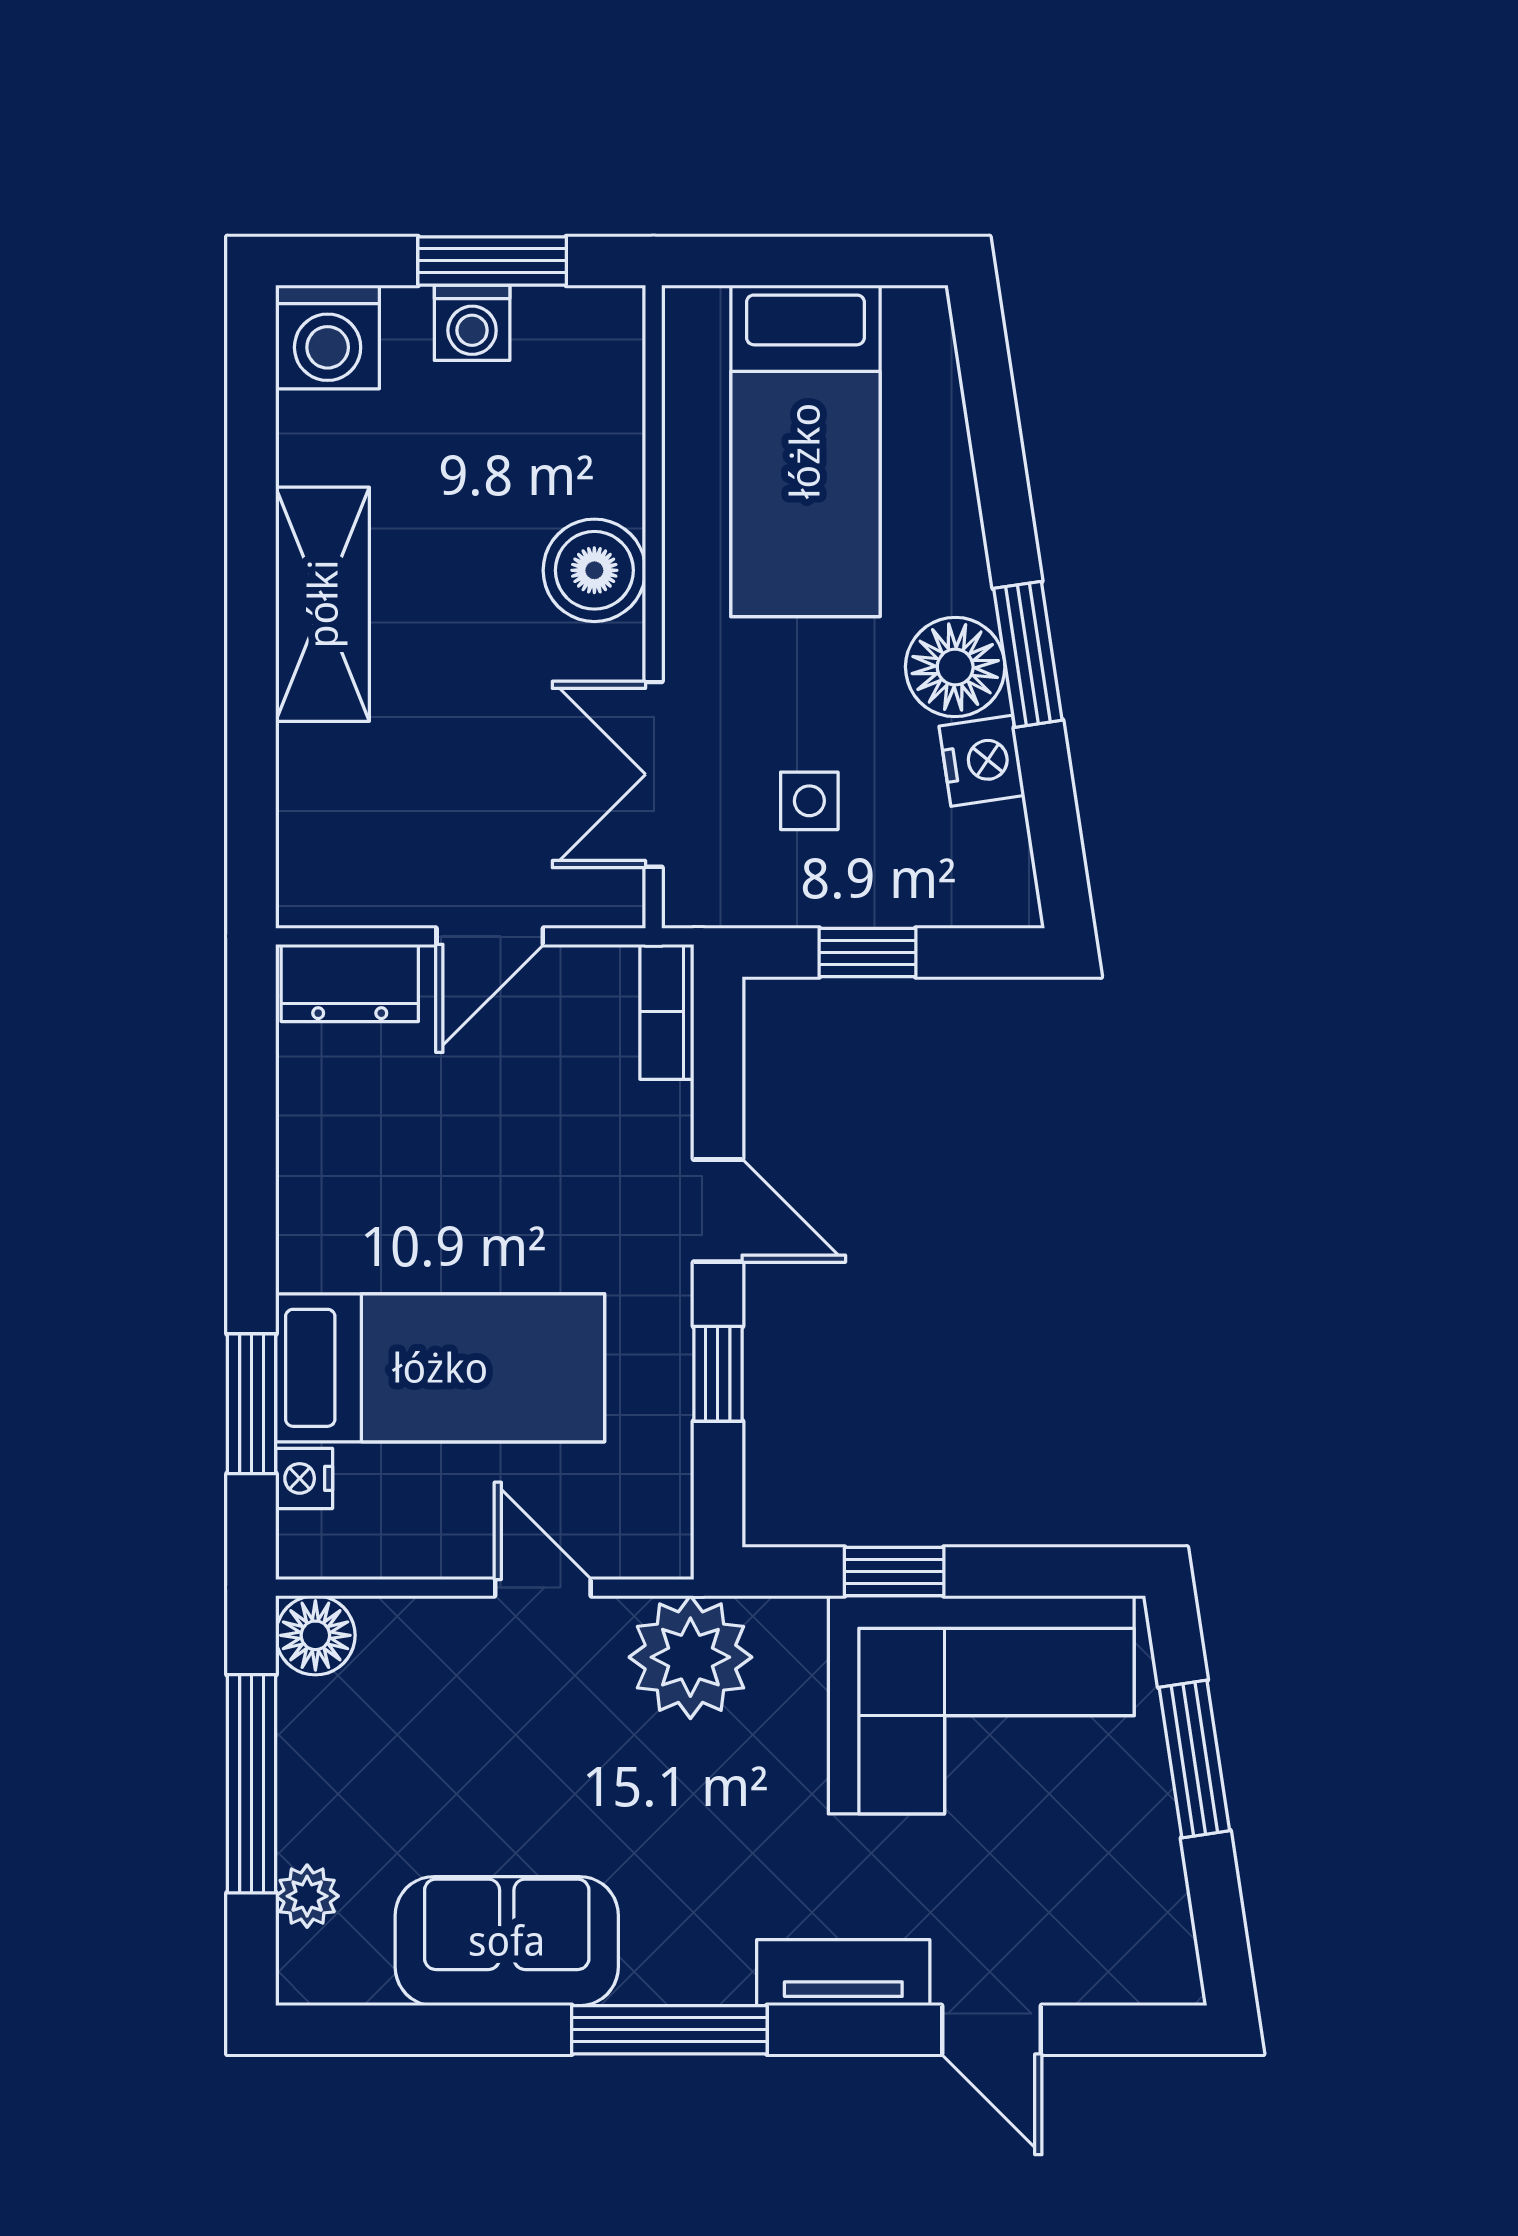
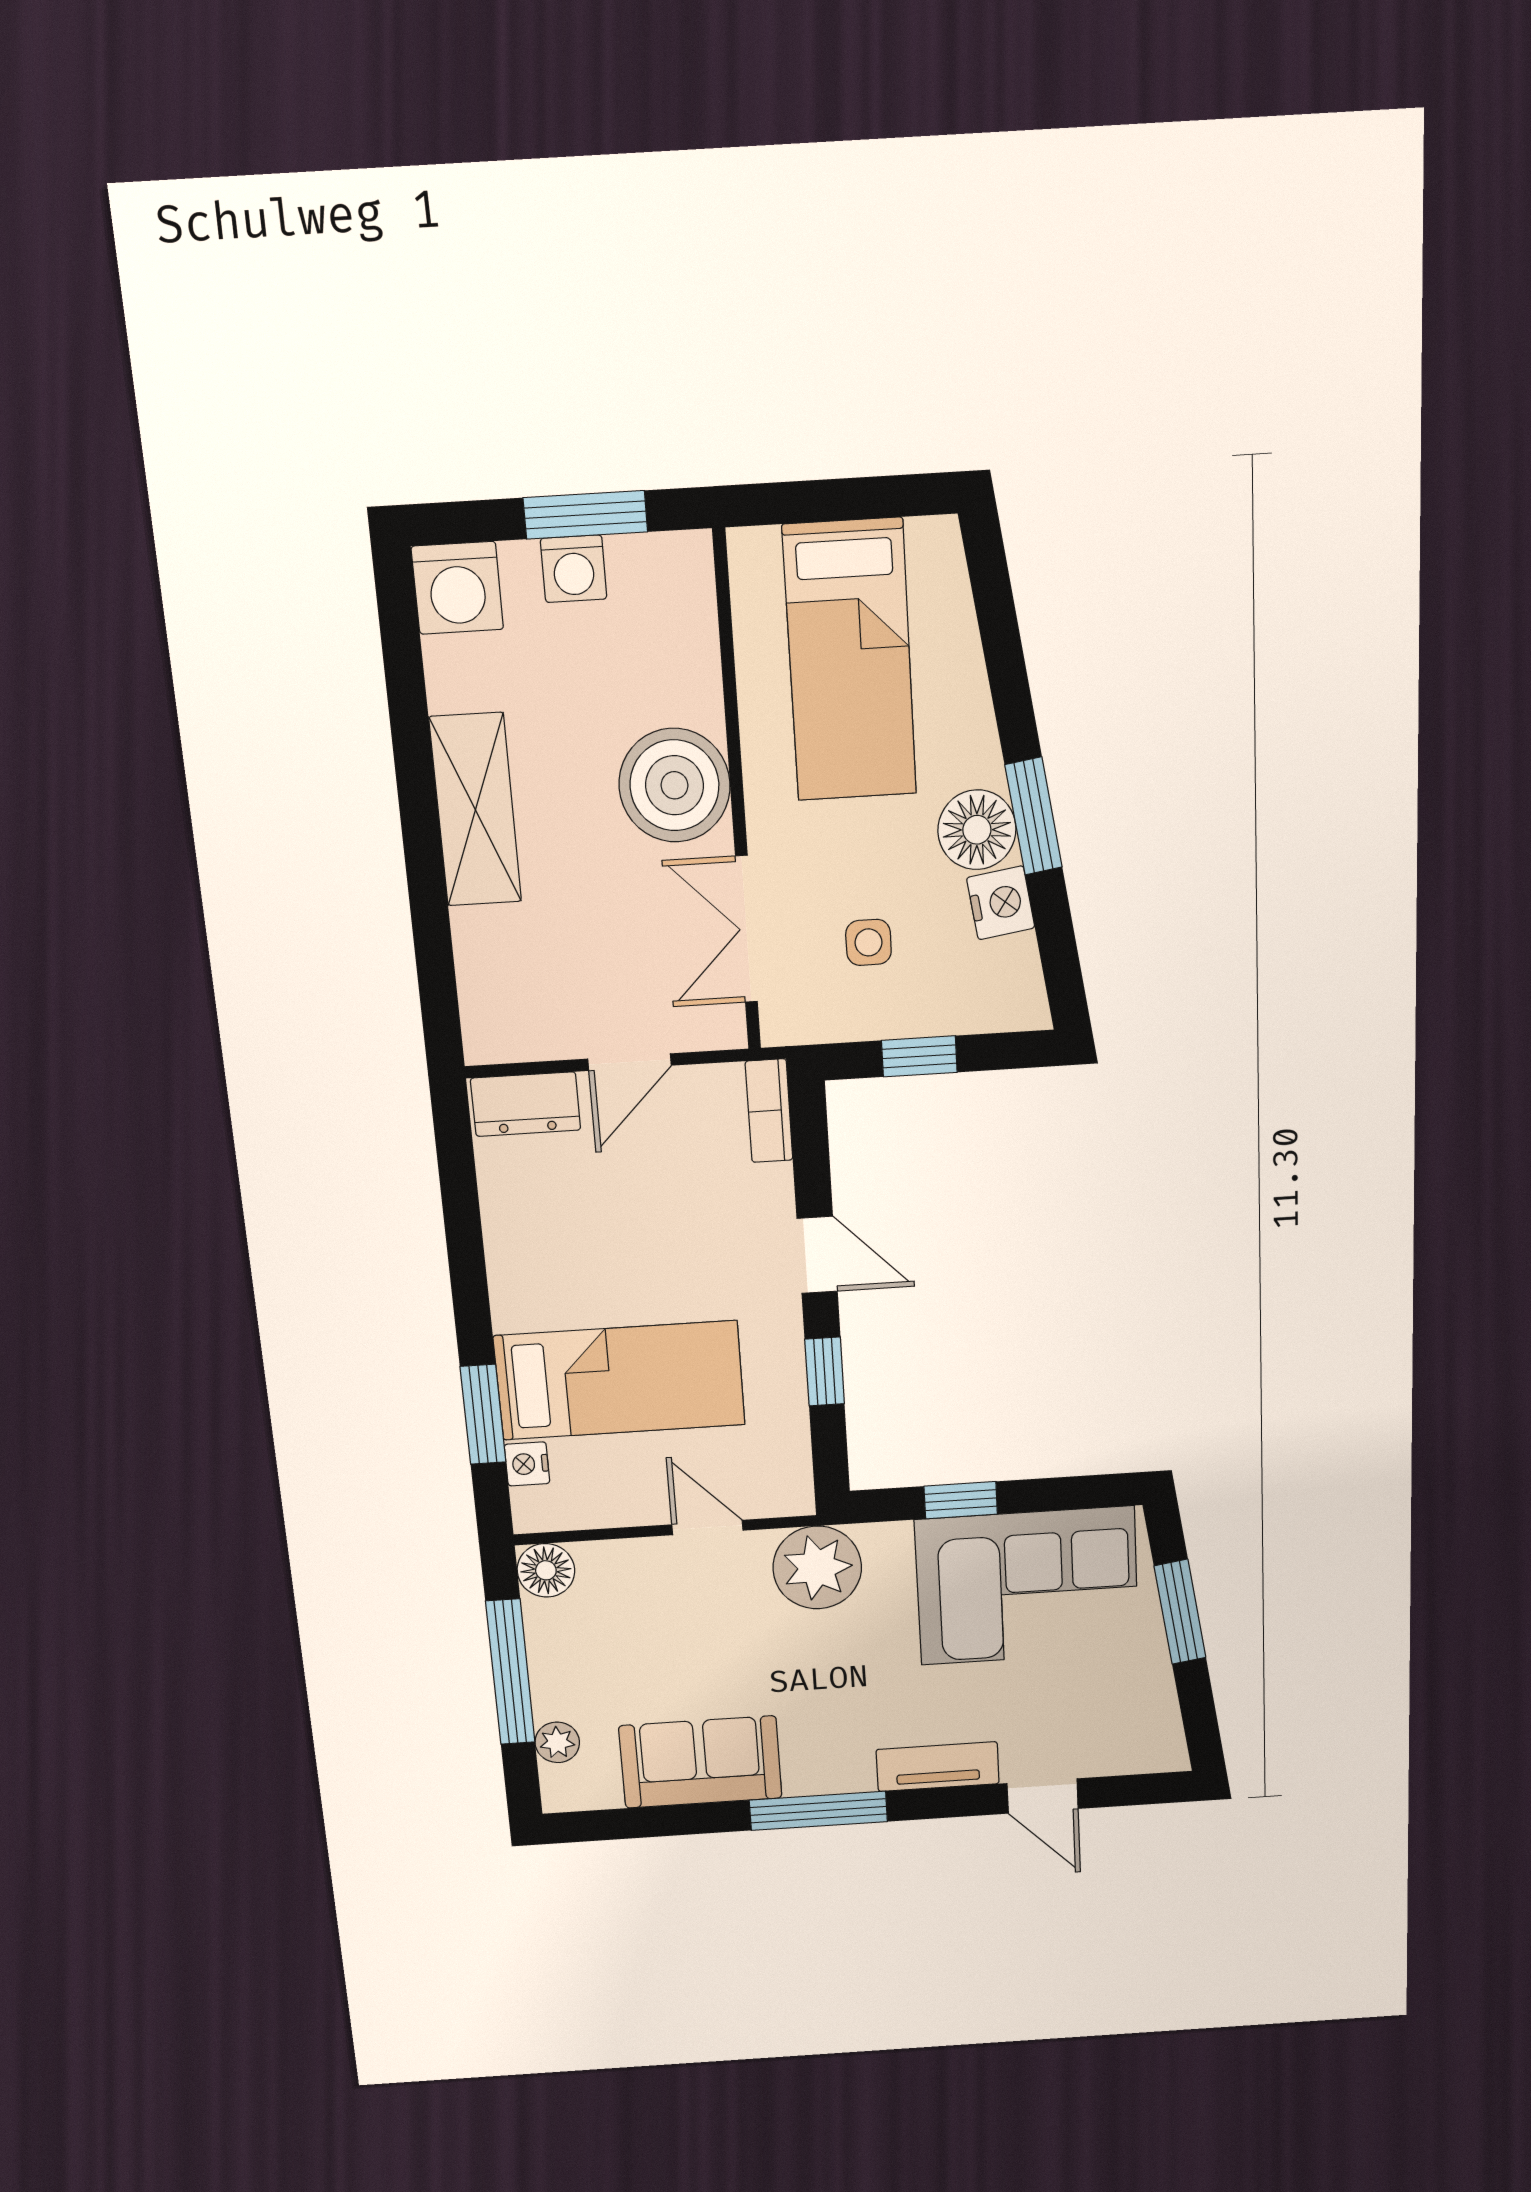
boiler: (594, 570) -> (674, 785), width x1.37, depth x1.37

